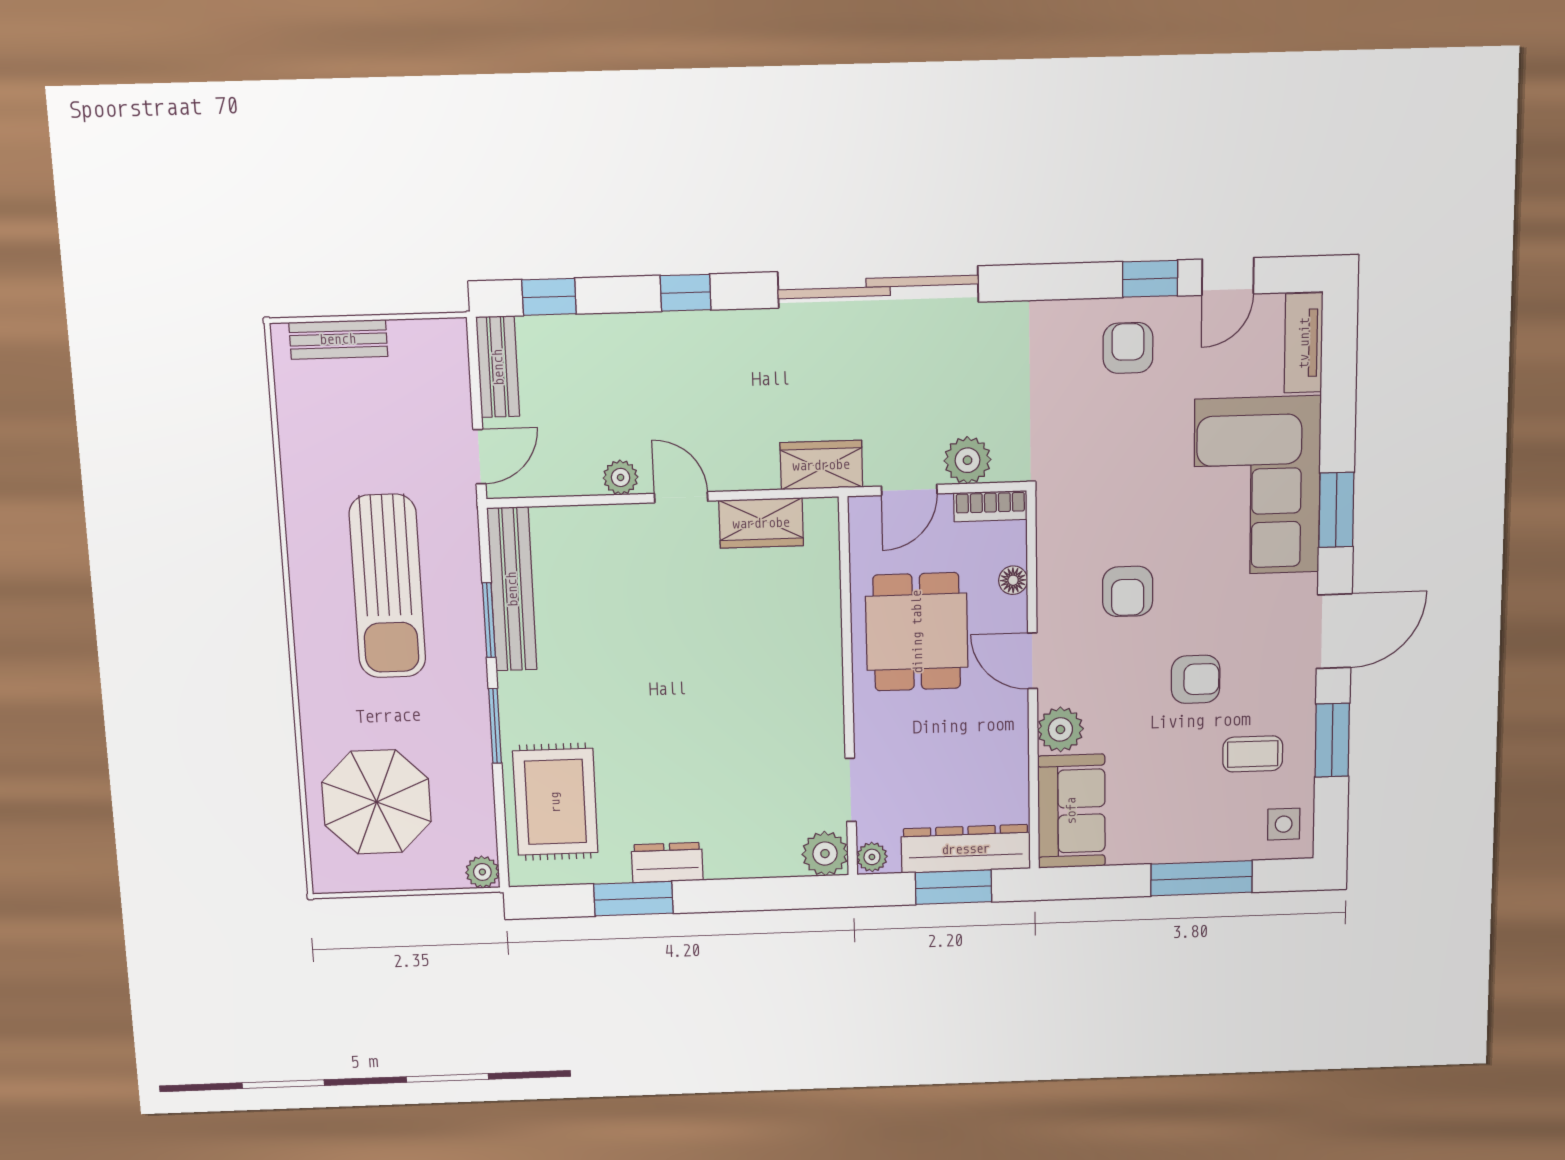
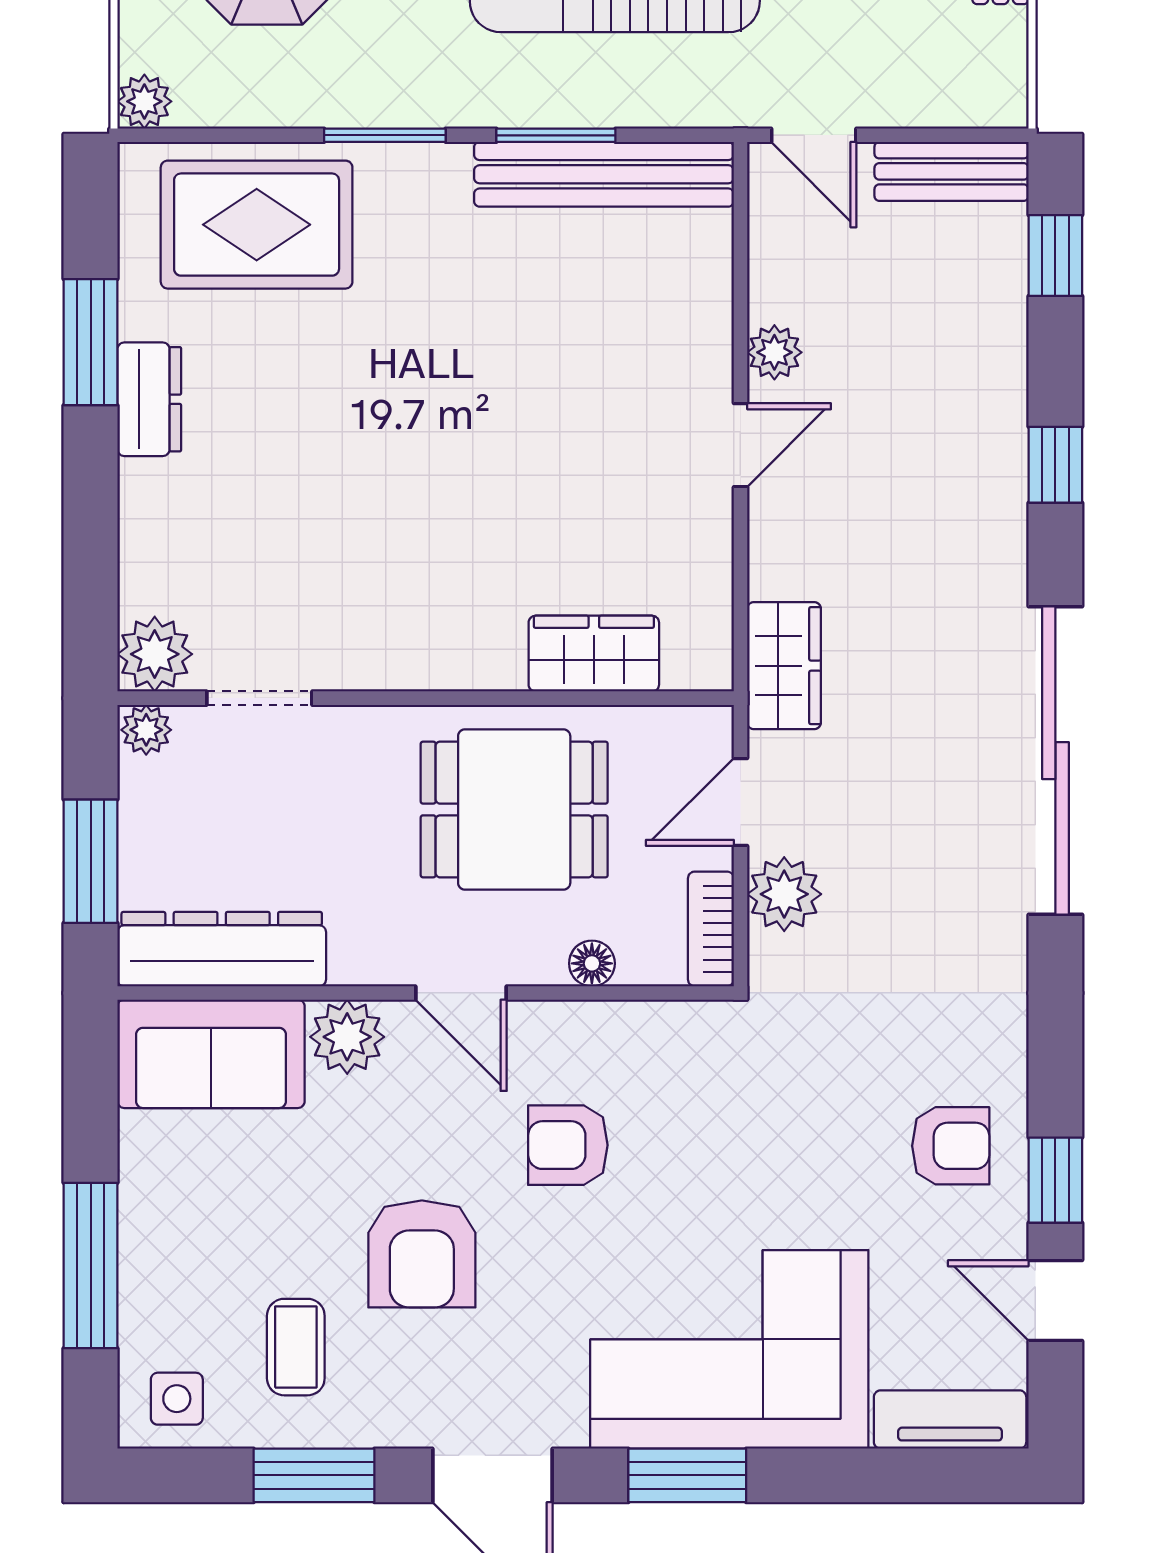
door: (909, 490) -> (740, 802), hinge flipped
wardrobe: (761, 523) -> (594, 654), moved, turned 90
door: (1032, 661) -> (461, 993), swing flipped
armchair: (1196, 679) -> (422, 1254), width x1.38, depth x1.38
dresser: (966, 849) -> (222, 949), moved, turned -90

